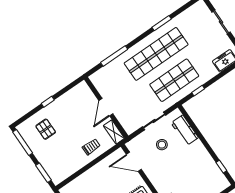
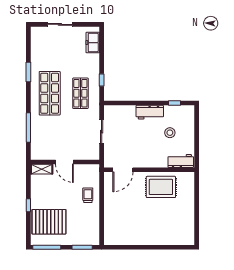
shop shelf: (156, 54) -> (50, 93), width x0.71
shop shelf: (174, 80) -> (80, 93), width x0.70, depth x0.74
pallet: (46, 129) -> (49, 222), width x2.05, depth x2.00
workbench: (185, 130) -> (150, 112), moved
shelving: (114, 132) -> (42, 169), moved
stool: (162, 145) -> (170, 133), moved

